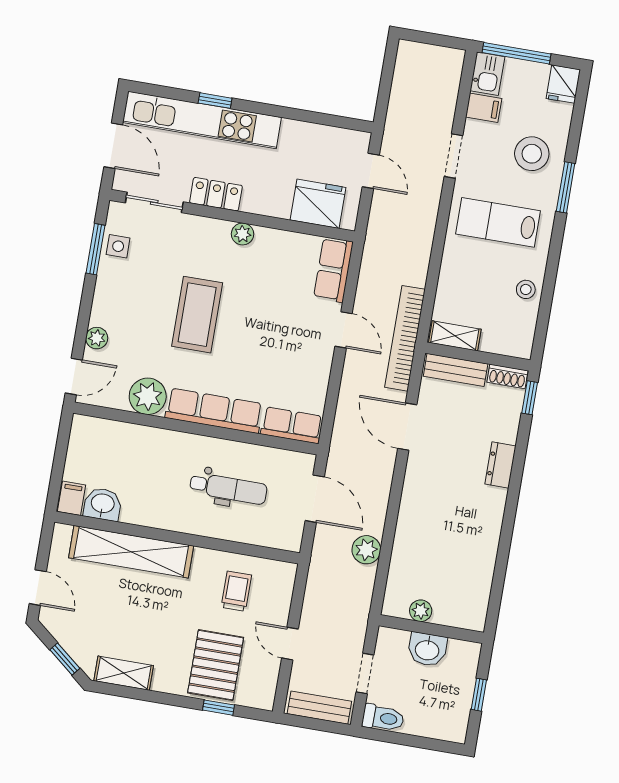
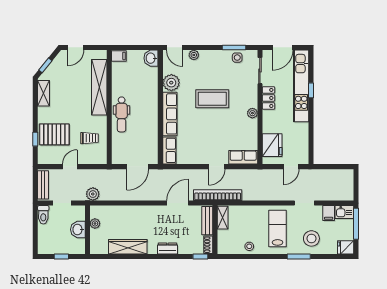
dental chair: (228, 488) -> (122, 114), moved
washbasin: (103, 504) -> (151, 58), moved, turned 180
wardrobe: (482, 549) -> (128, 247), added
plant: (366, 550) -> (93, 194), moved

